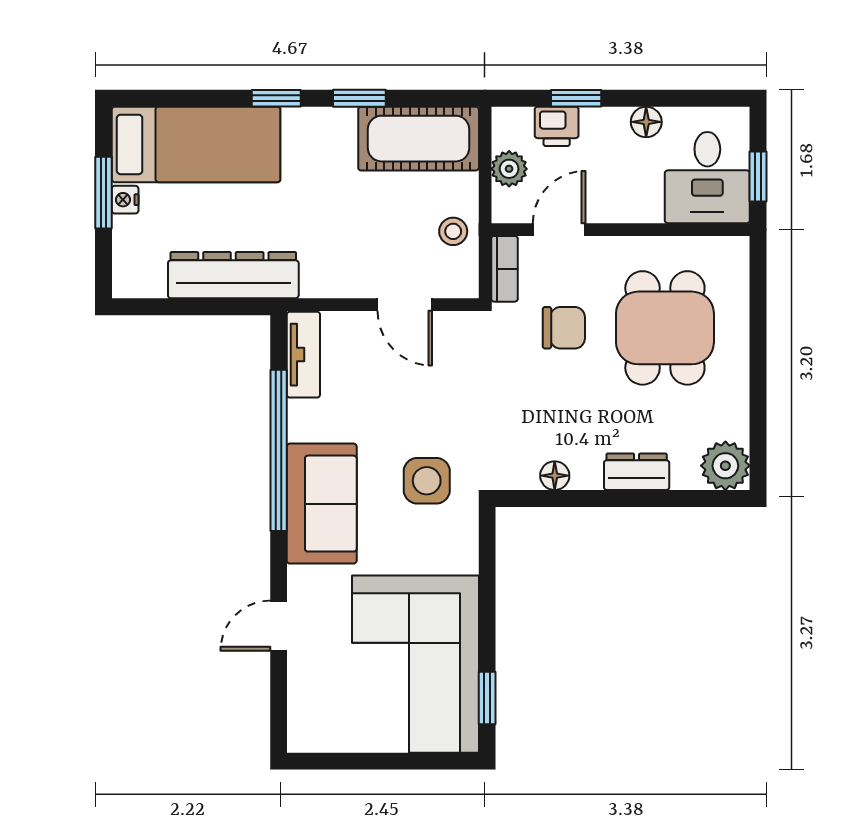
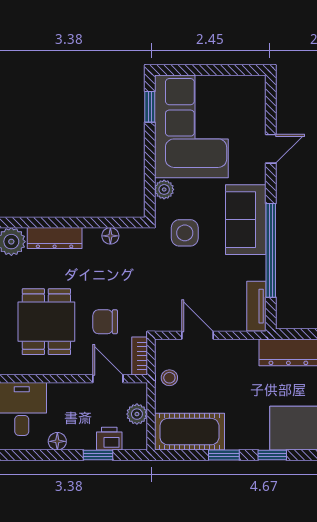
door: (559, 230) -> (108, 379), swing flipped
dresser: (637, 472) -> (55, 238), width x1.44
plant: (462, 555) -> (164, 189), added

